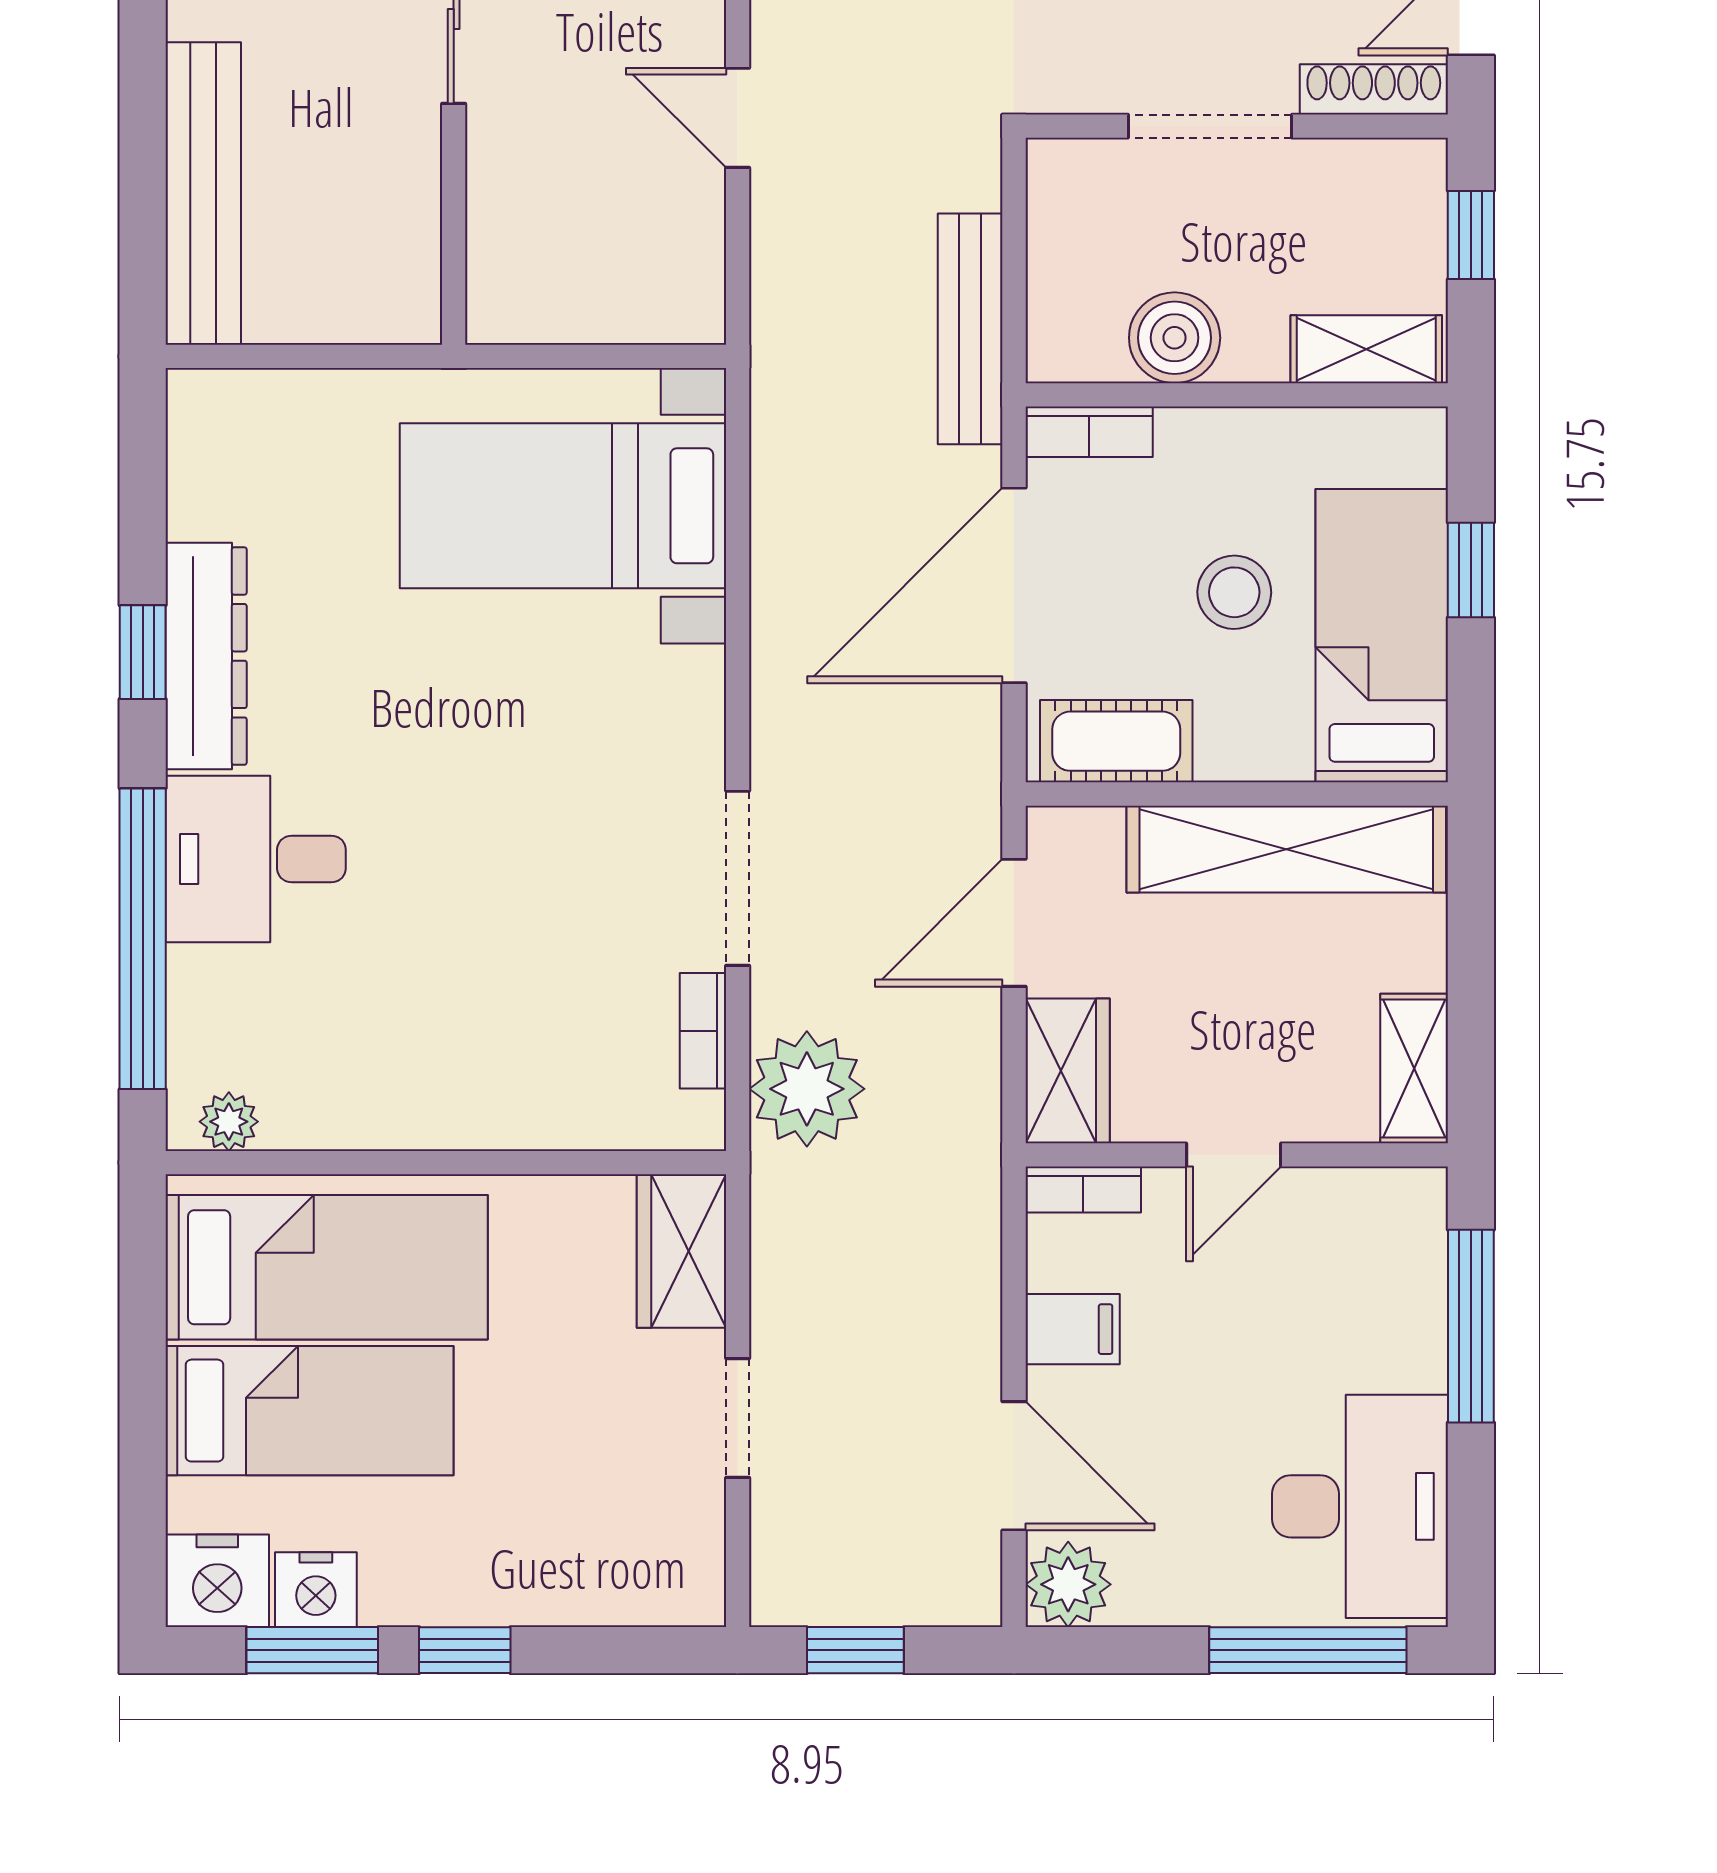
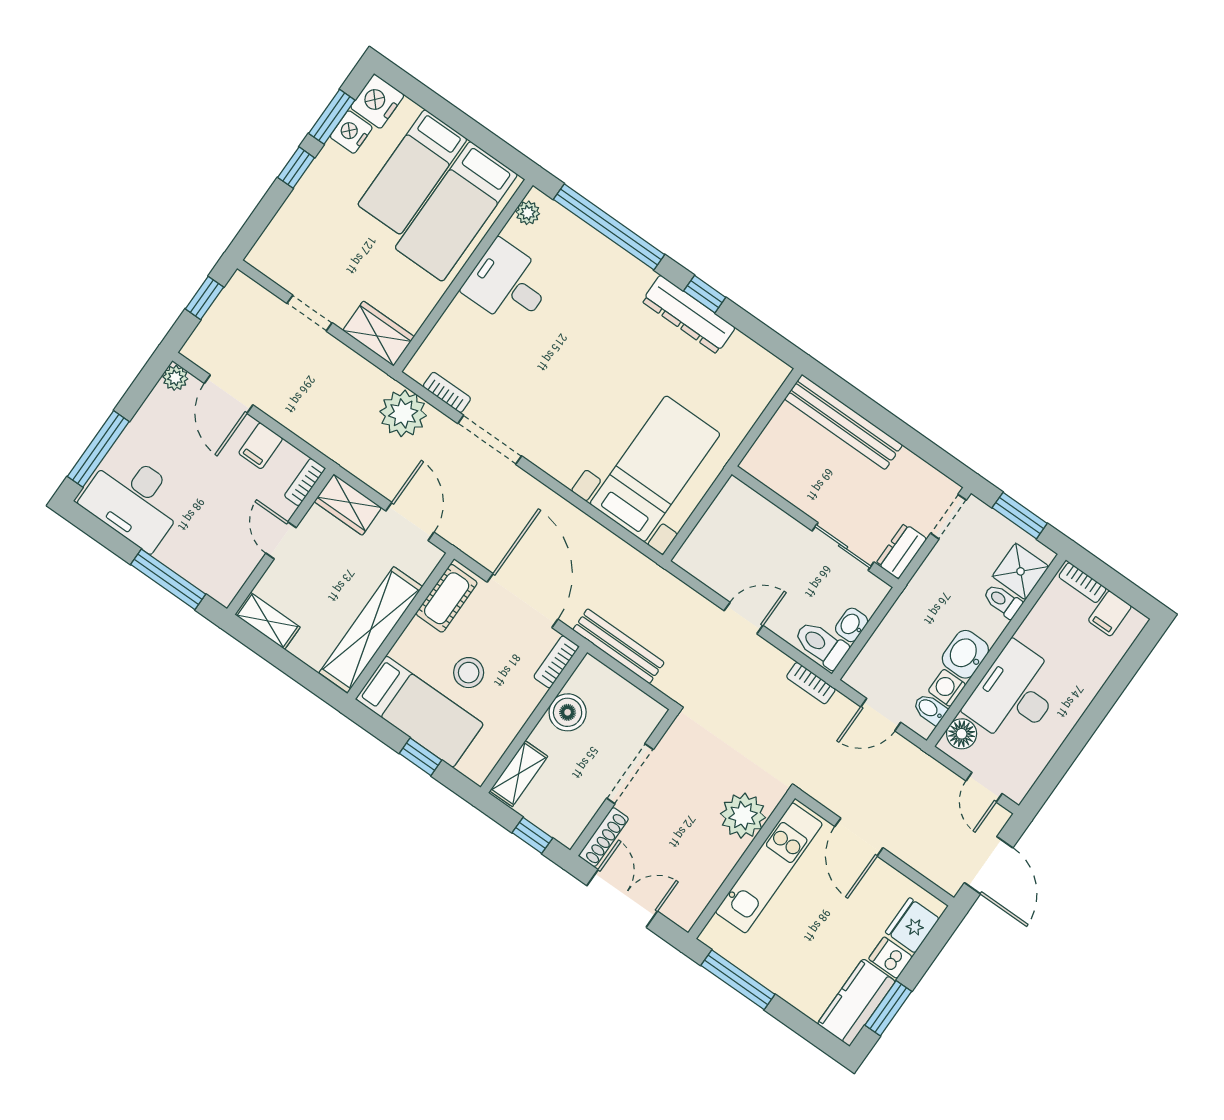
desk: (256, 859) -> (508, 284), moved, turned -90
door: (1014, 1466) -> (229, 394), hinge flipped
plant: (1068, 1584) -> (175, 378), width x0.73, depth x0.73

